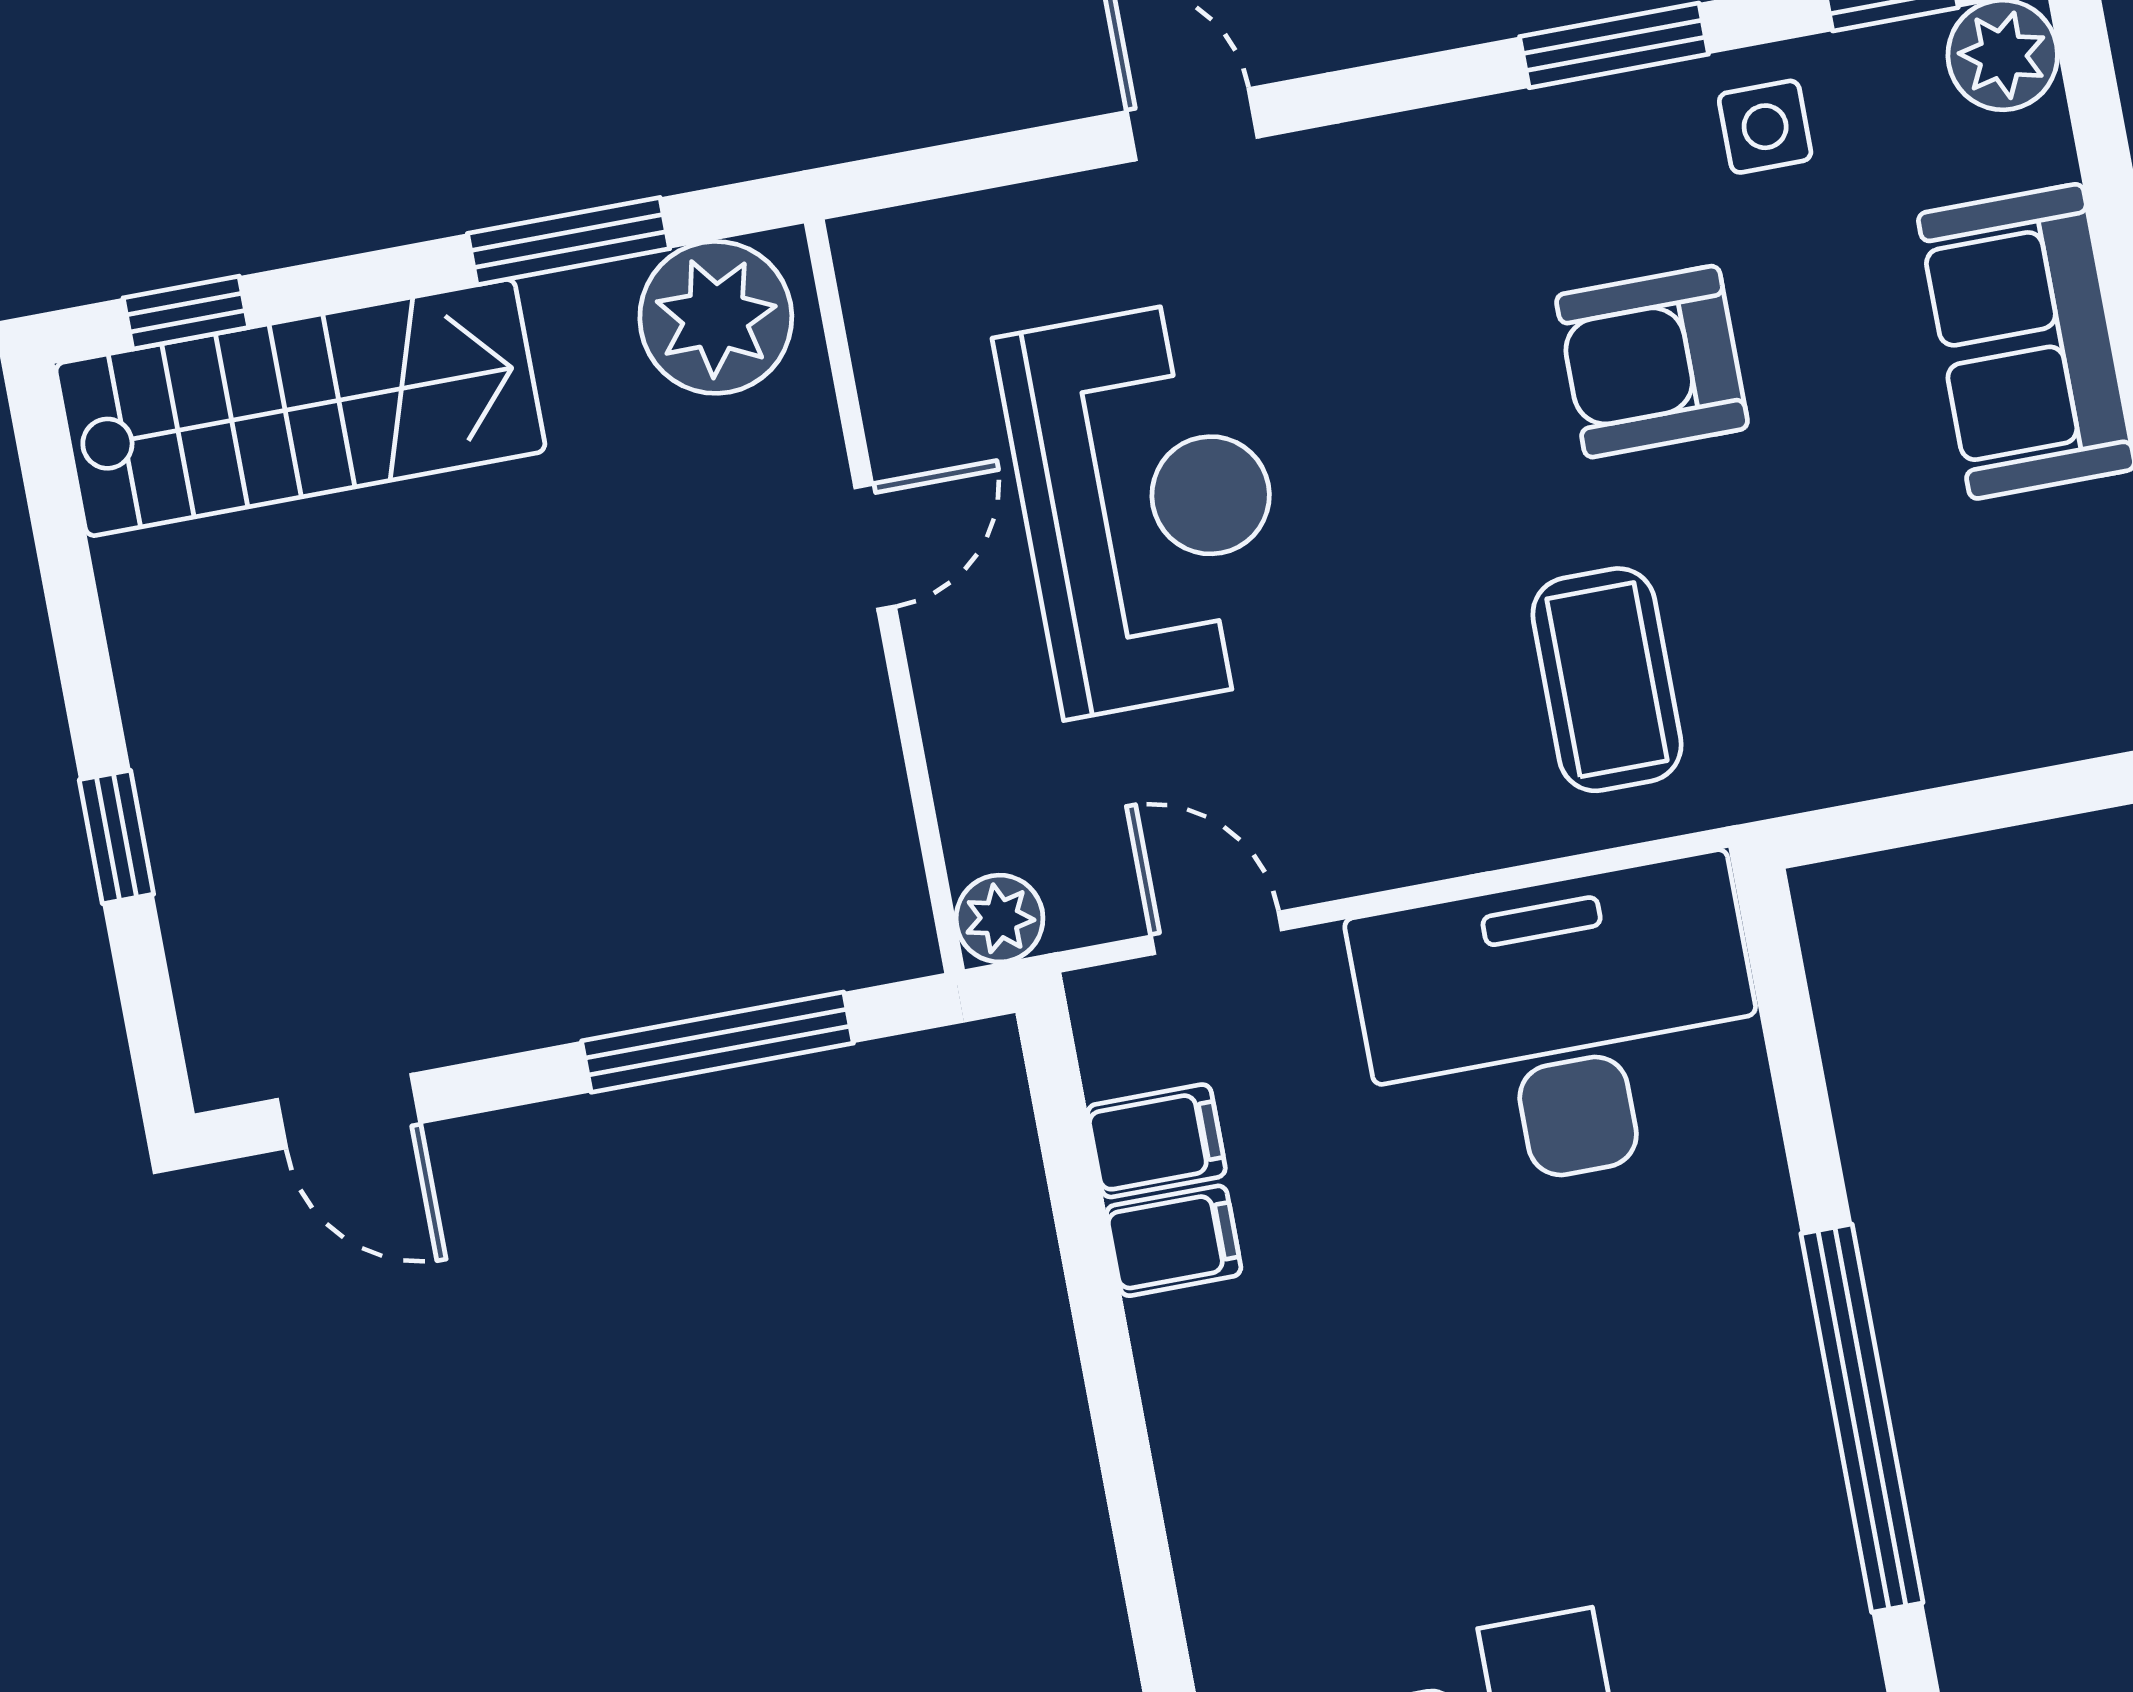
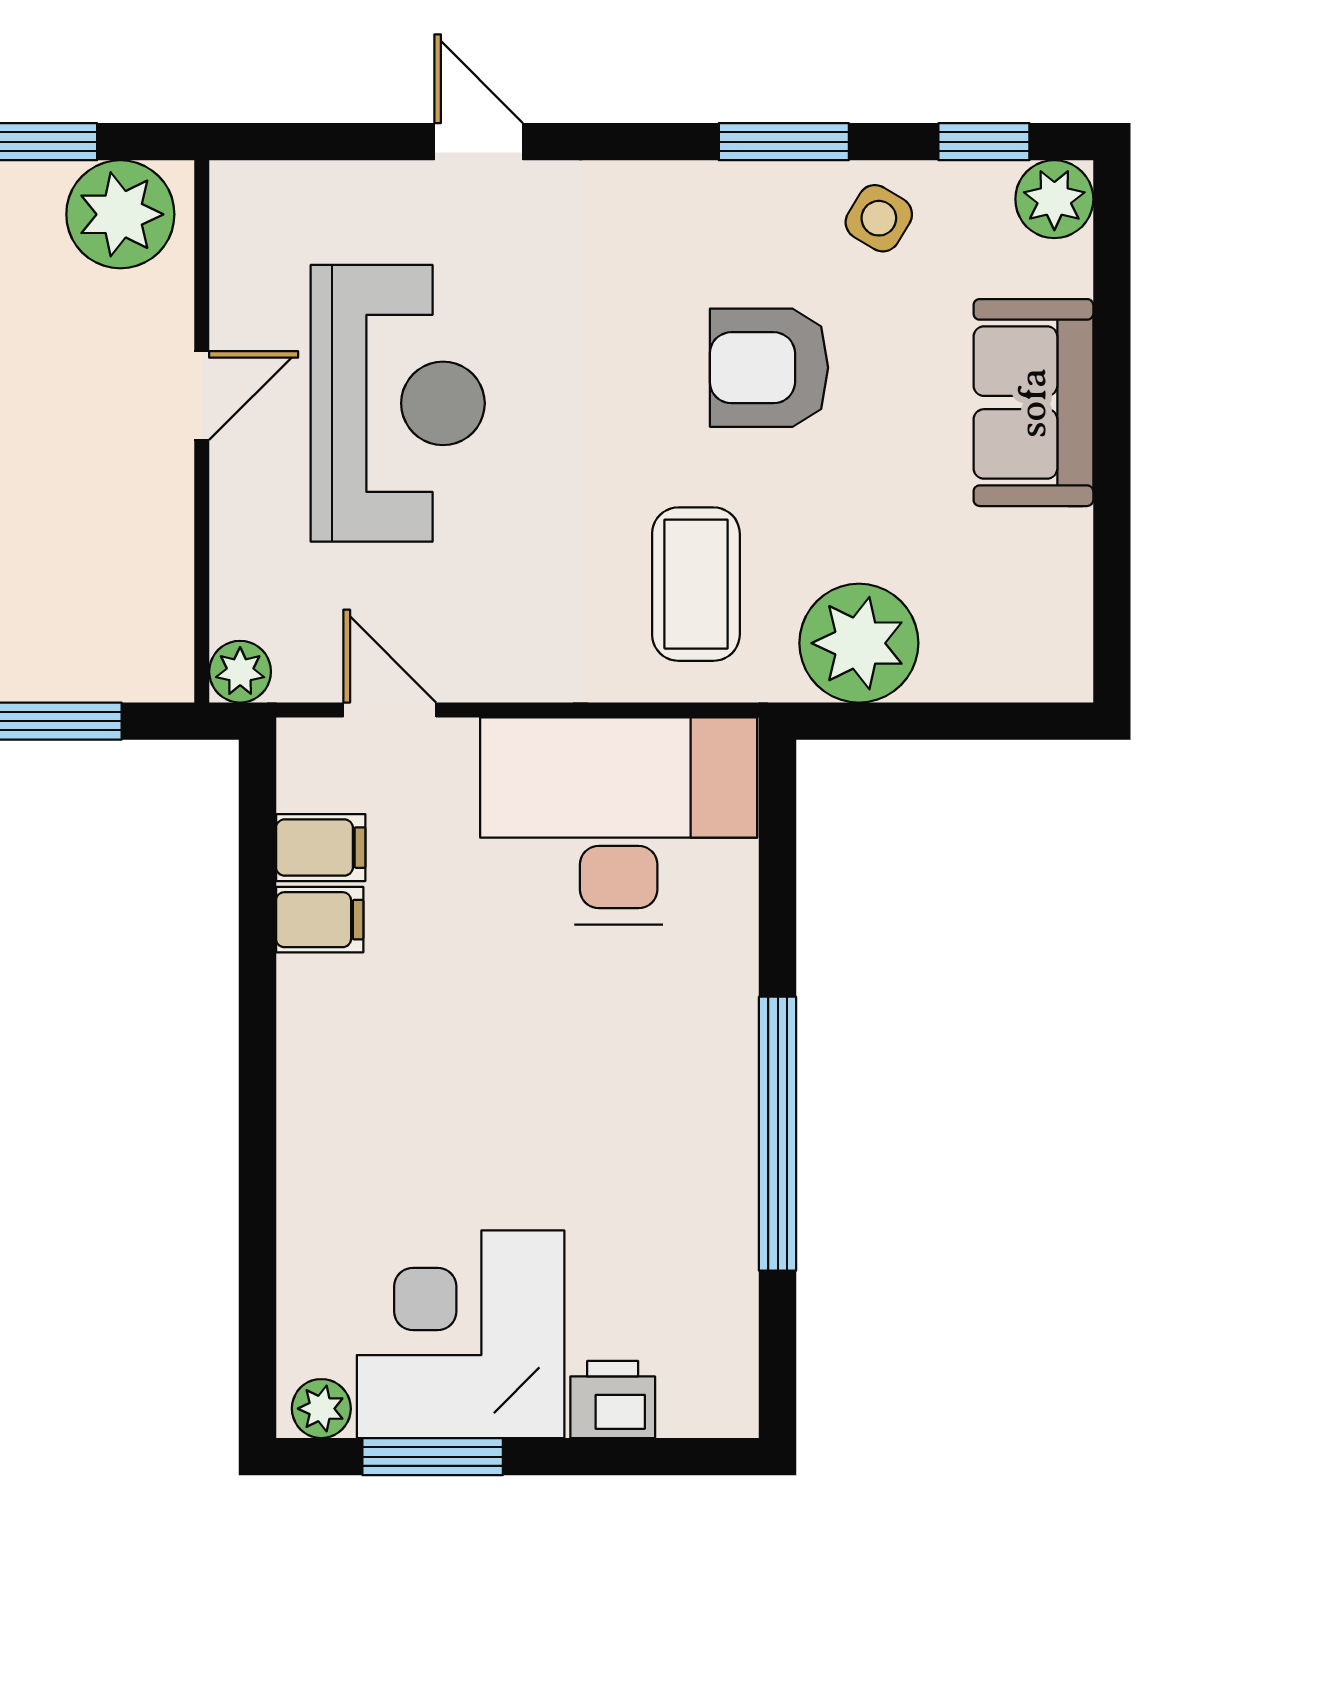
side table: (1765, 127) -> (879, 218), turned 31
plant: (1847, 719) -> (859, 643), added

